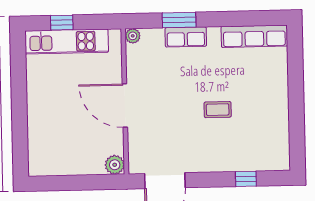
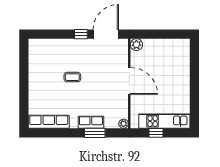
window: (62, 23) -> (156, 133), moved
window: (246, 179) -> (81, 34), moved

